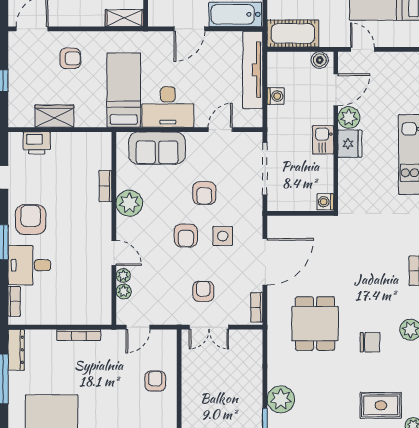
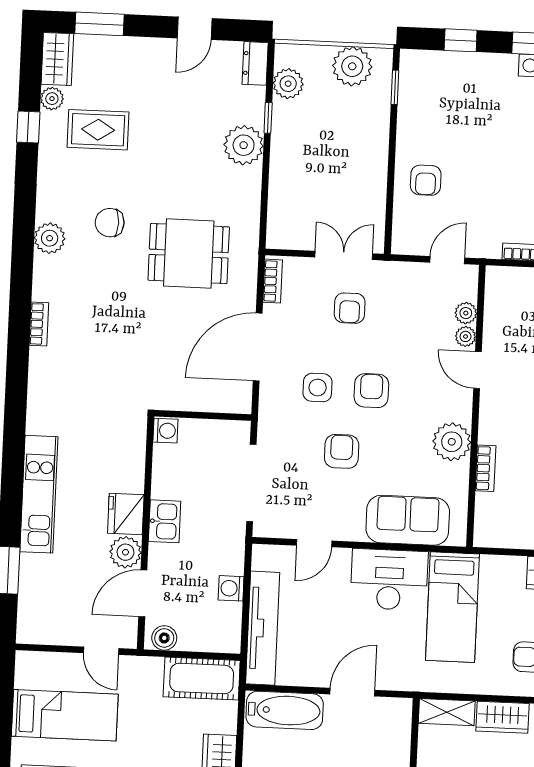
wardrobe: (86, 16) -> (502, 717), added
dining table: (315, 324) -> (189, 254), turned 90

